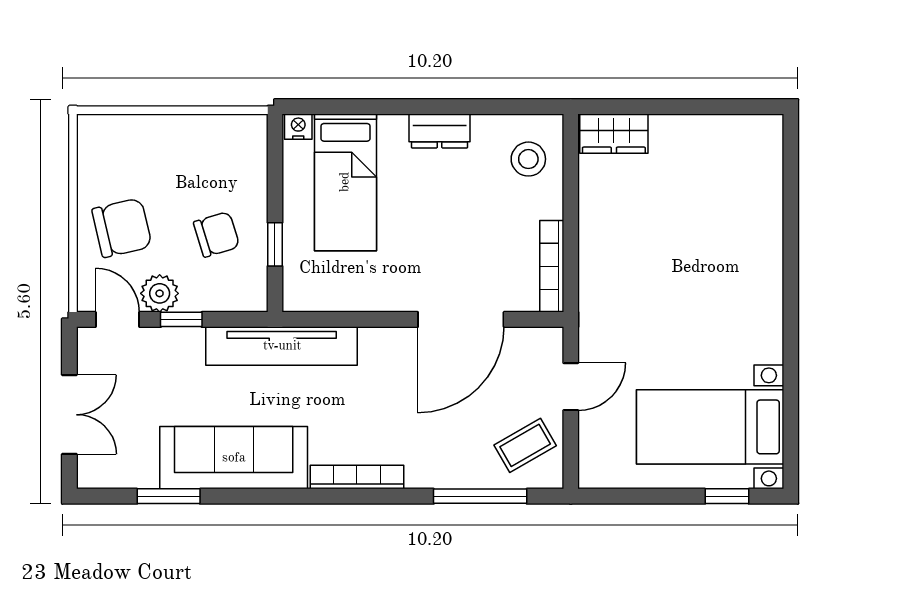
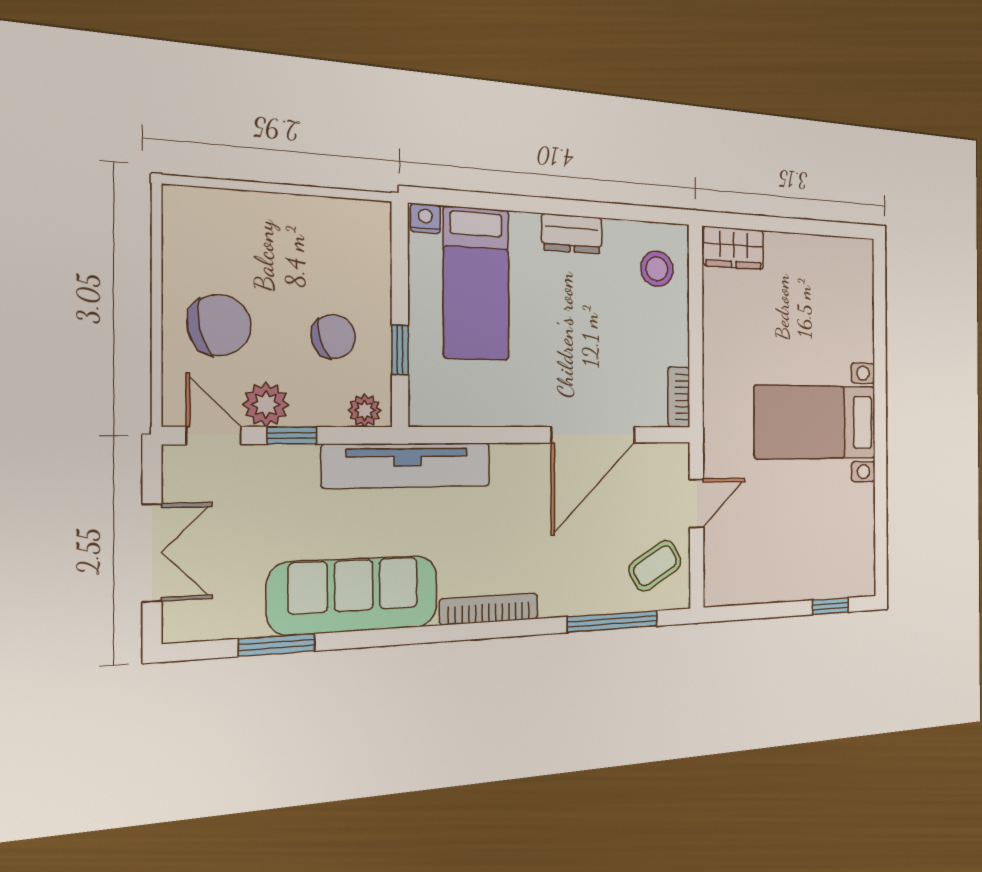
bookcase: (552, 266) -> (679, 397), width x0.64
plant: (243, 298) -> (365, 410), added
bed with nightstands: (710, 427) -> (816, 422), moved

